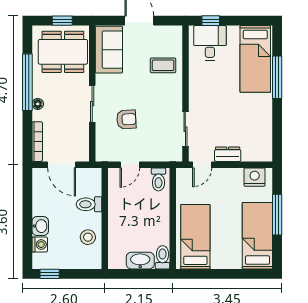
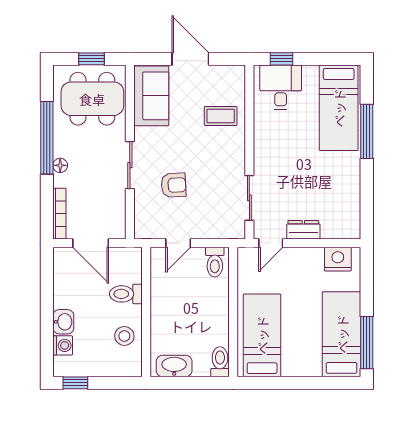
window: (277, 215) -> (367, 343), moved
washbasin: (140, 261) -> (174, 366), moved

